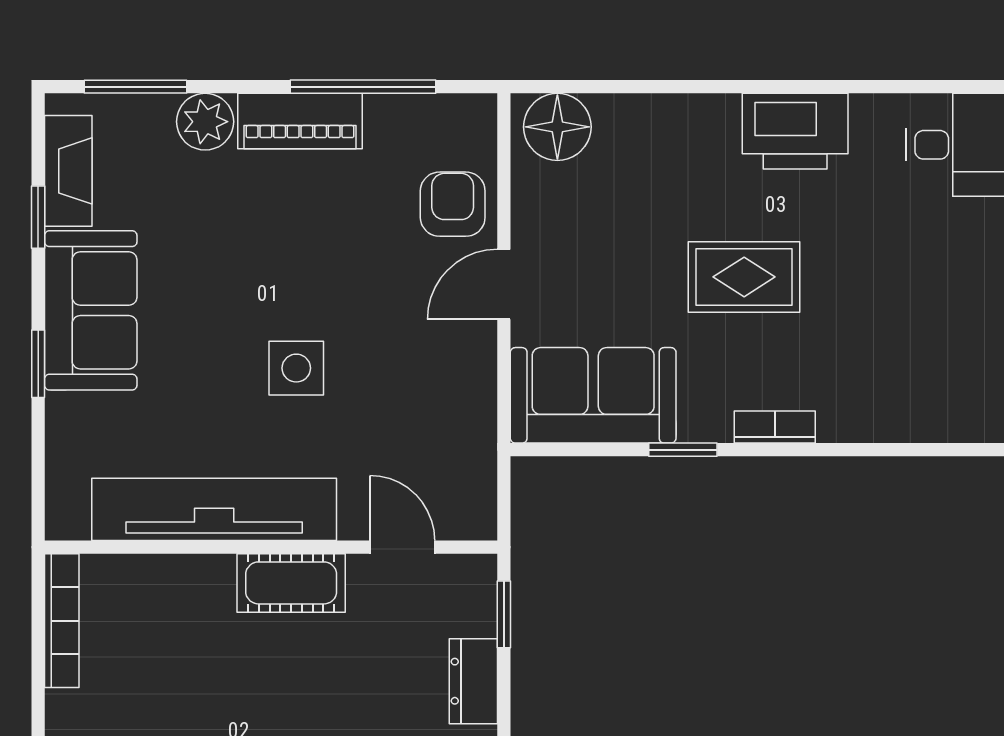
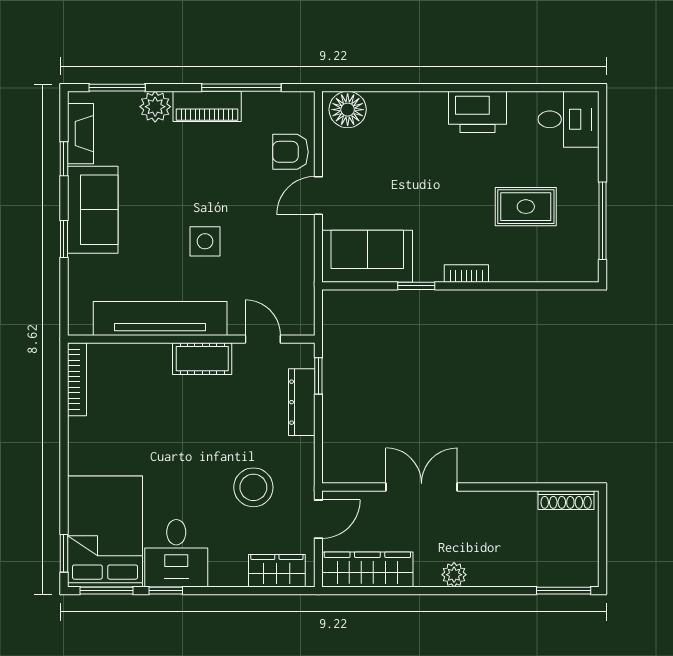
armchair: (453, 204) -> (290, 152), turned -90
rug: (744, 277) -> (526, 207), moved
dresser: (473, 681) -> (302, 402), width x1.44

